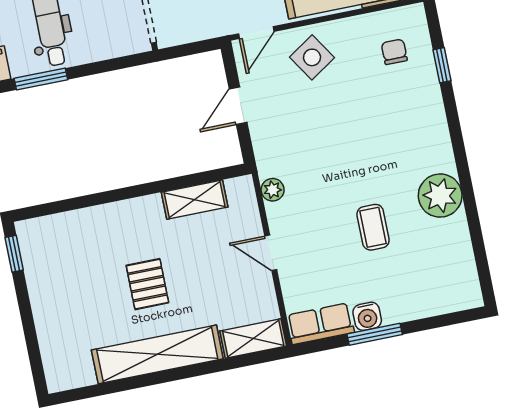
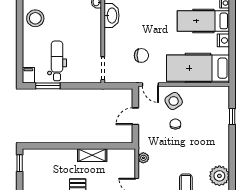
door: (256, 33) -> (150, 85), hinge flipped
chair: (394, 52) -> (175, 124), moved
shelving: (195, 200) -> (92, 155), moved

